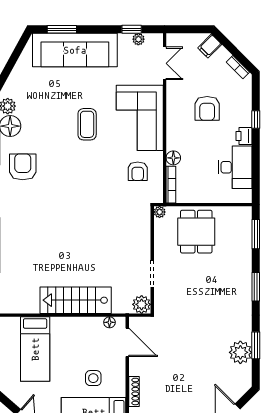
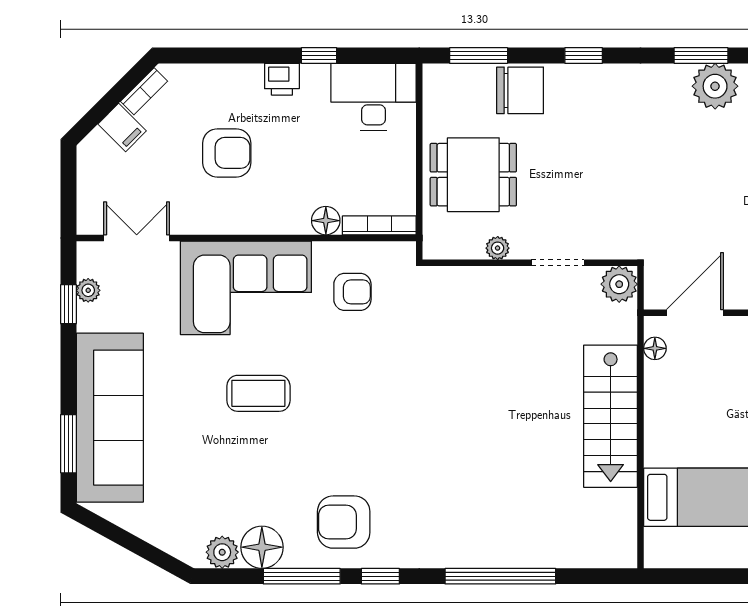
filing cabinet: (210, 46) -> (122, 128), moved
window: (256, 119) -> (319, 56), moved
desk: (235, 167) -> (373, 97), moved
plant: (160, 212) -> (498, 248), moved
chair: (238, 255) -> (520, 90), added
window: (256, 287) -> (584, 56), width x0.67

